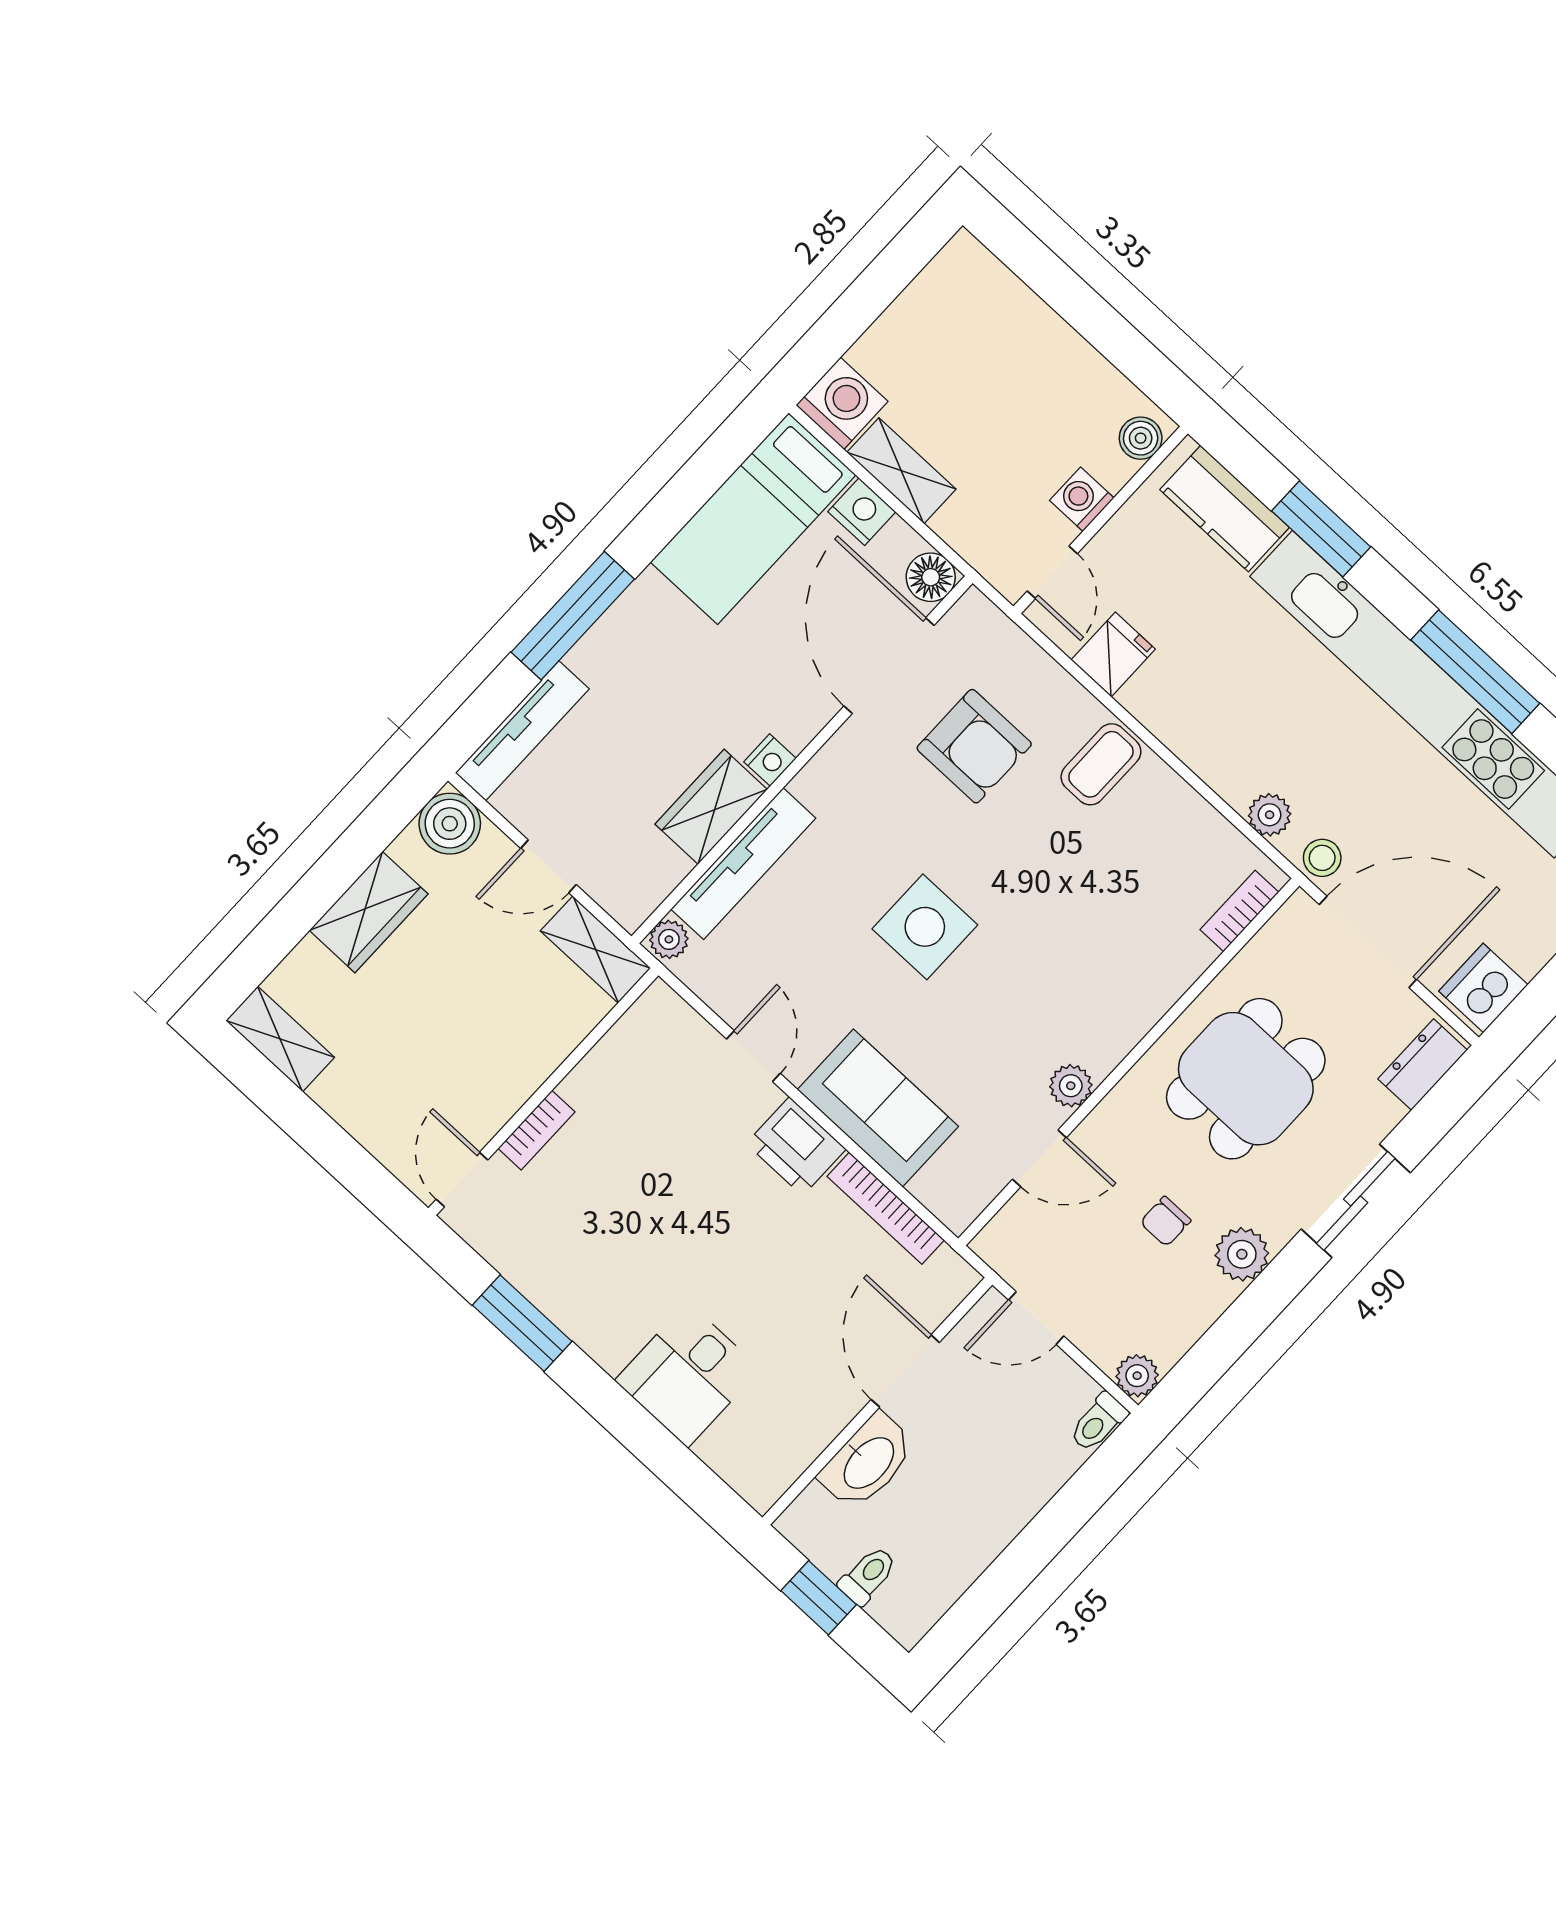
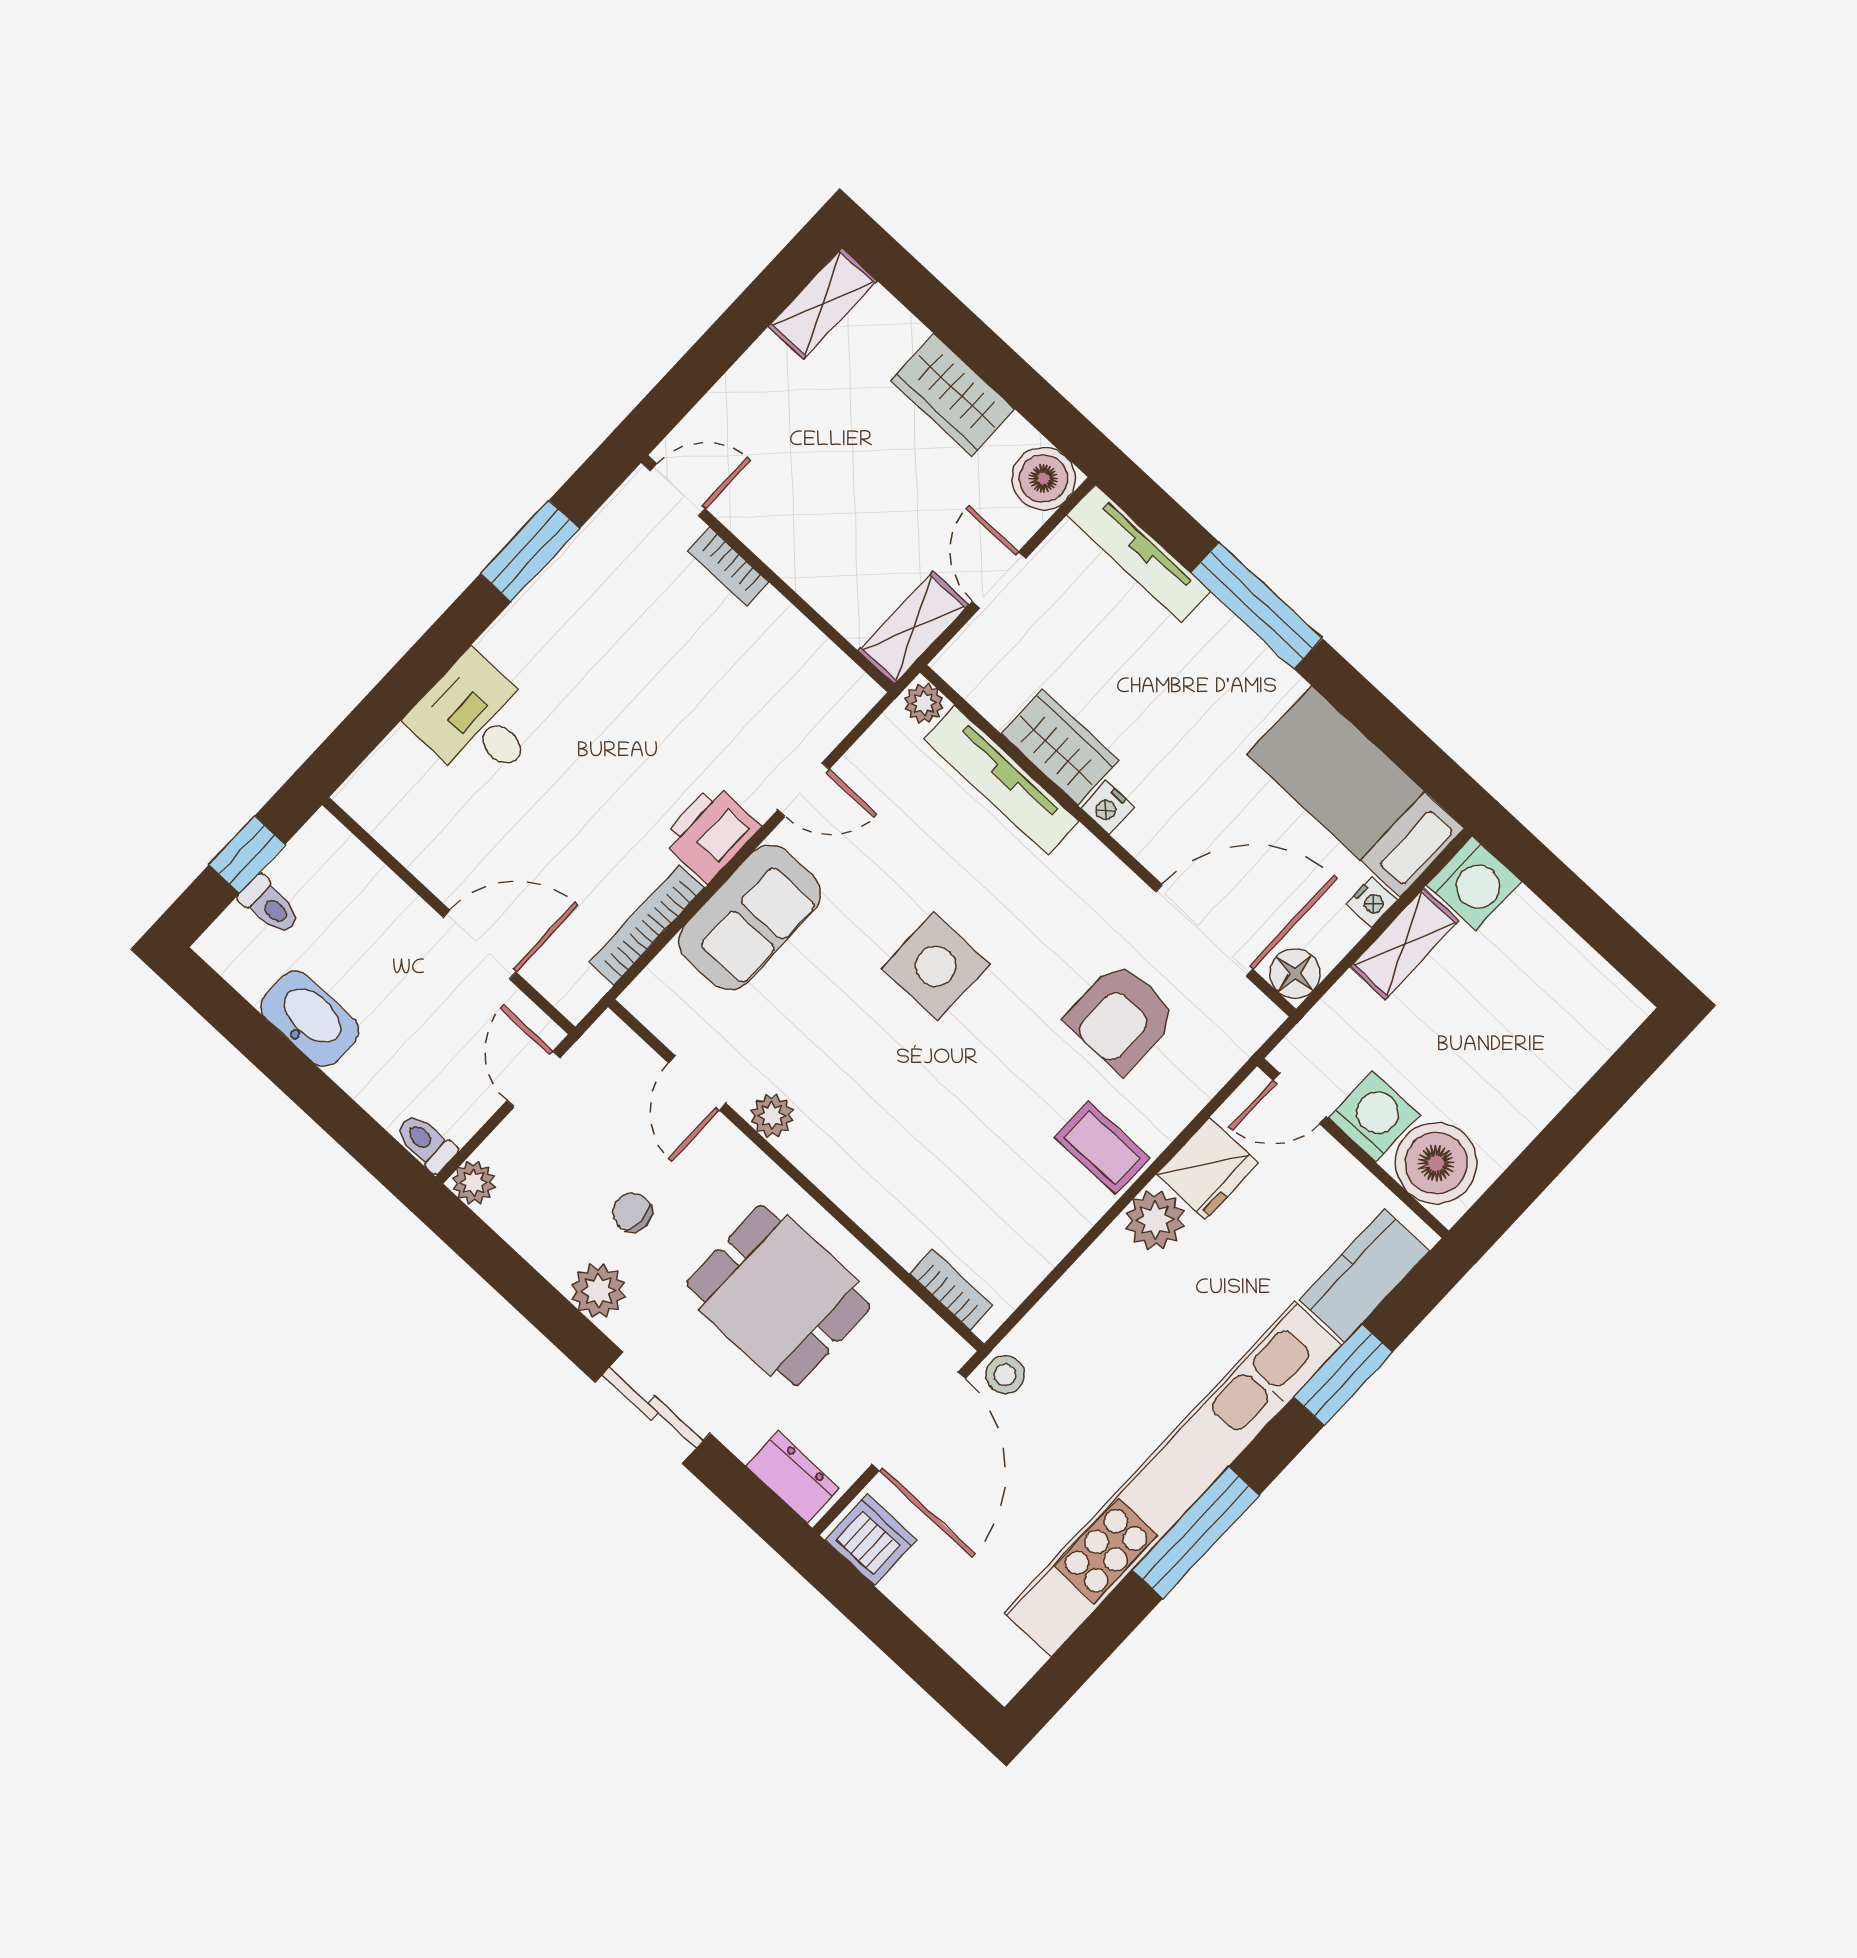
boiler: (1141, 438) -> (1436, 1163), width x1.86, depth x1.86
washing machine: (1082, 499) -> (1374, 1116), width x1.38, depth x1.38
nightstand: (862, 512) -> (1372, 902), width x0.72, depth x0.74
fridge: (1113, 655) -> (1207, 1169), width x1.38
plant: (1270, 815) -> (1155, 1220), moved, width x1.38, depth x1.38
washbasin: (868, 1462) -> (310, 1019), moved, turned 180

